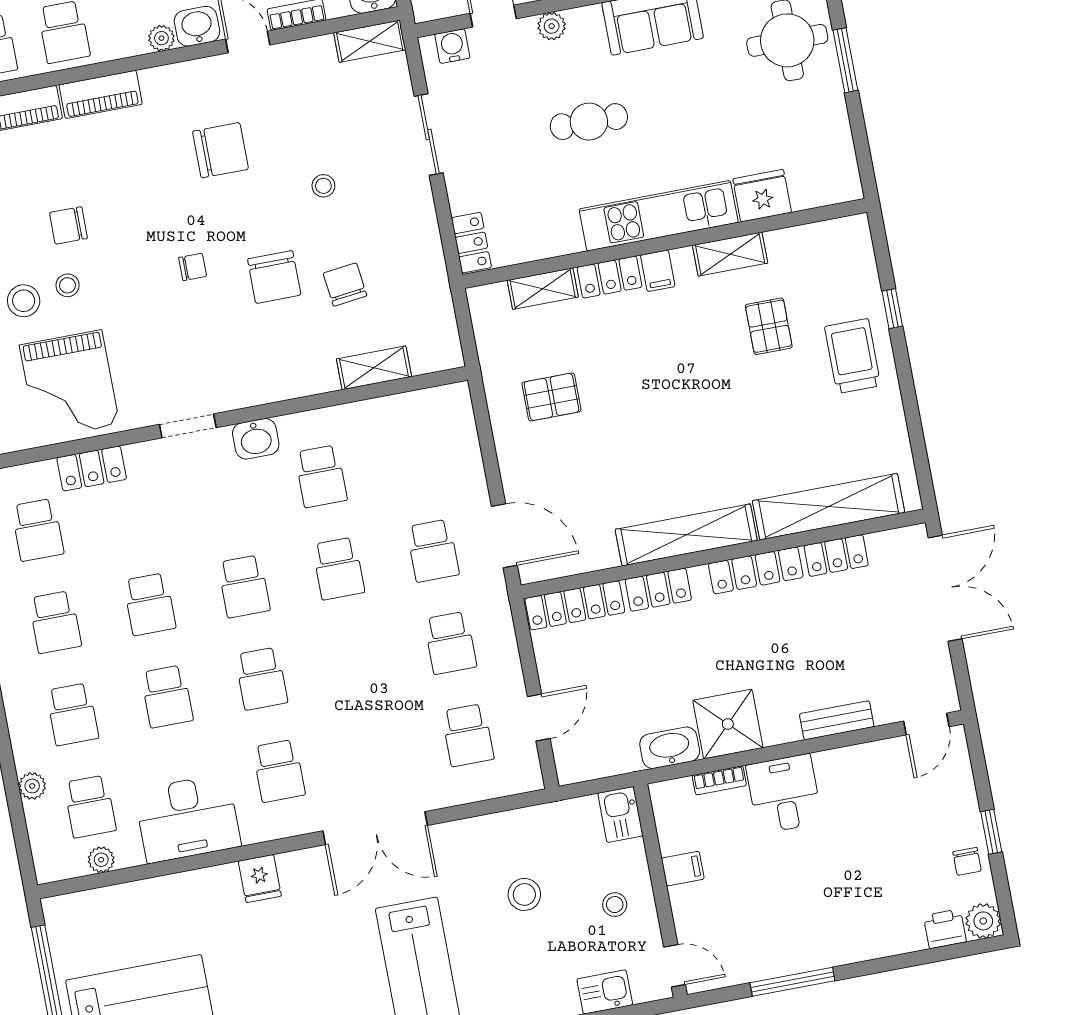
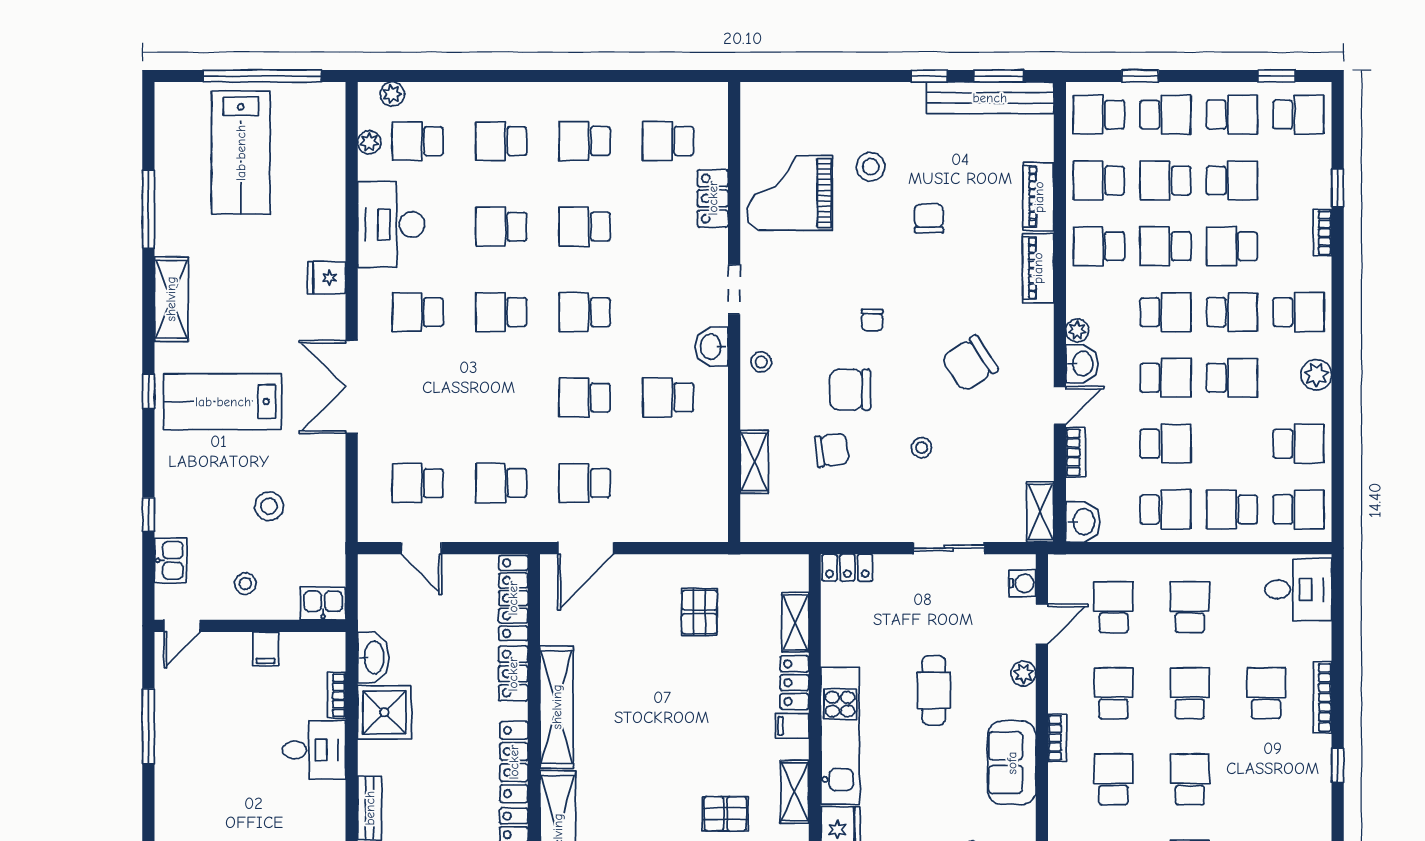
chair: (220, 150) -> (970, 364), turned 57
stool: (68, 285) -> (761, 362), moved
plant: (32, 786) -> (392, 94), moved

